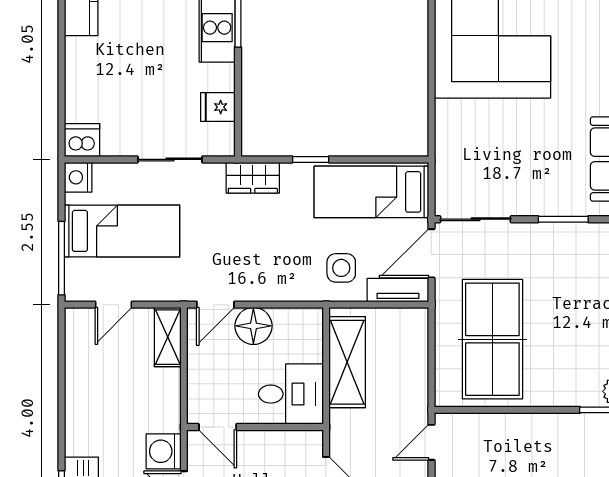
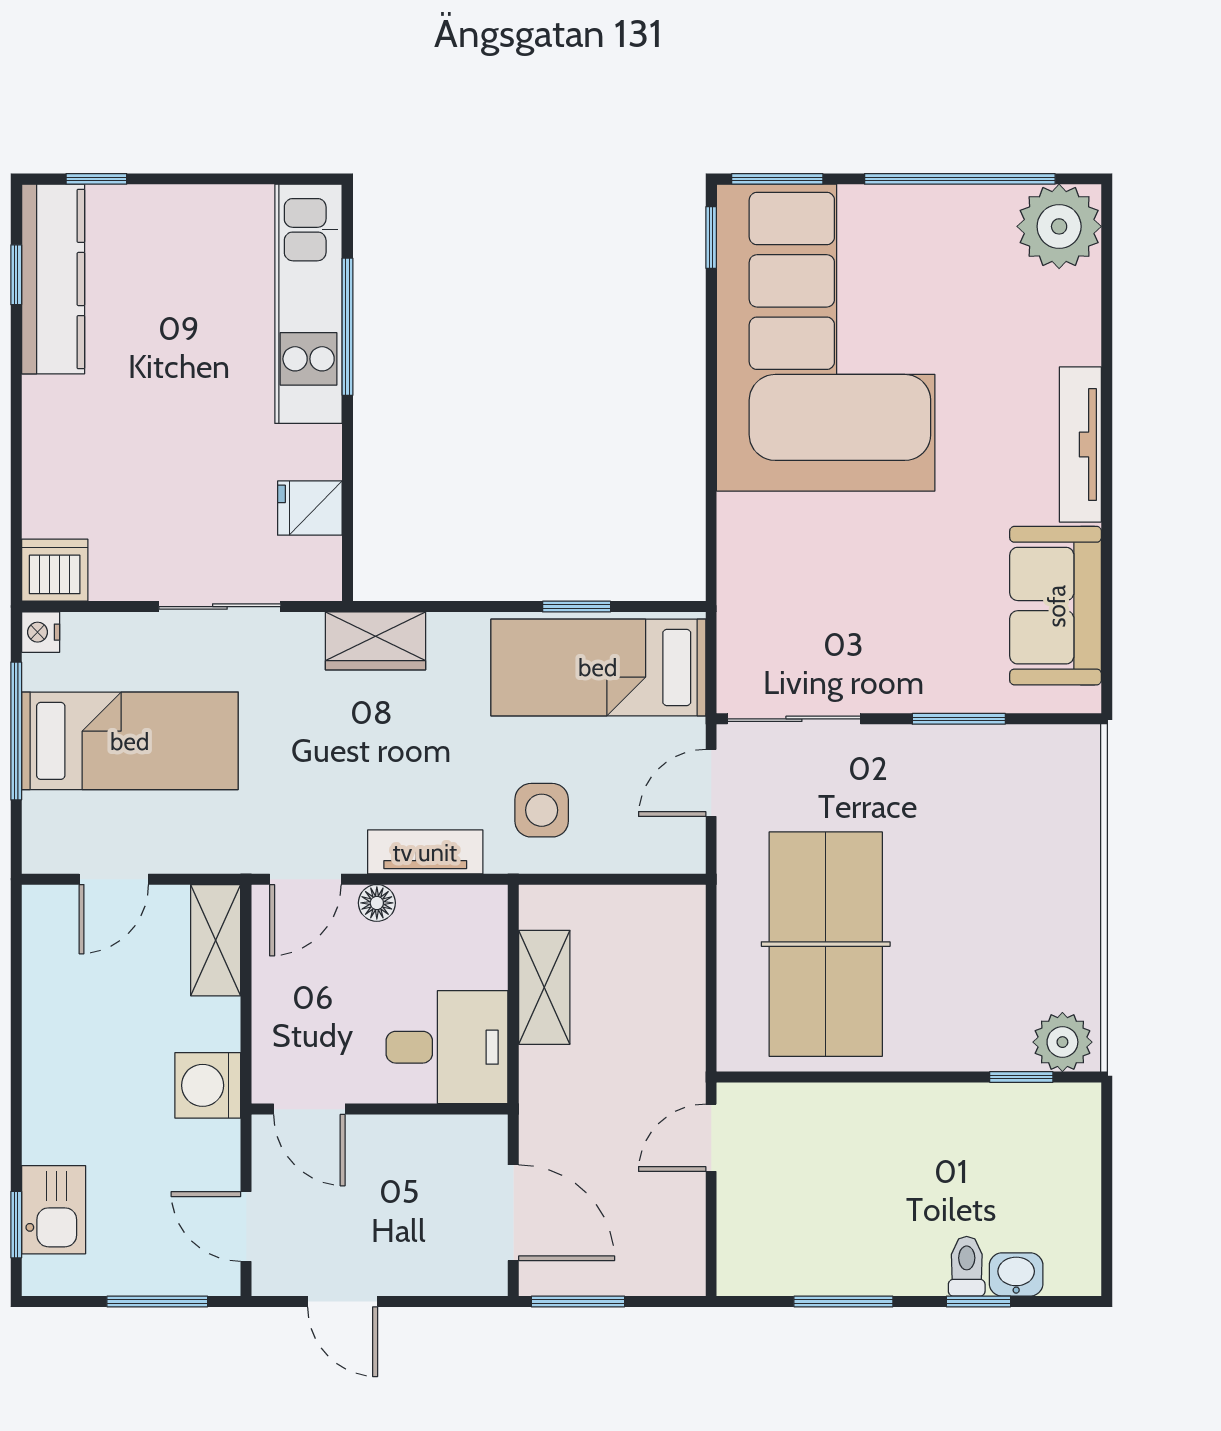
window: (311, 159) -> (577, 607), moved
nightstand: (78, 177) -> (41, 632), width x0.72, depth x0.74
door: (431, 253) -> (711, 783), width x0.73
window: (61, 258) -> (16, 731), moved
tv unit: (398, 290) -> (425, 852), moved
floor lamp: (253, 326) -> (377, 903), width x0.53, depth x0.53
shelving: (347, 362) -> (544, 987), width x0.67, depth x0.75
washing machine: (164, 451) -> (208, 1085), moved

